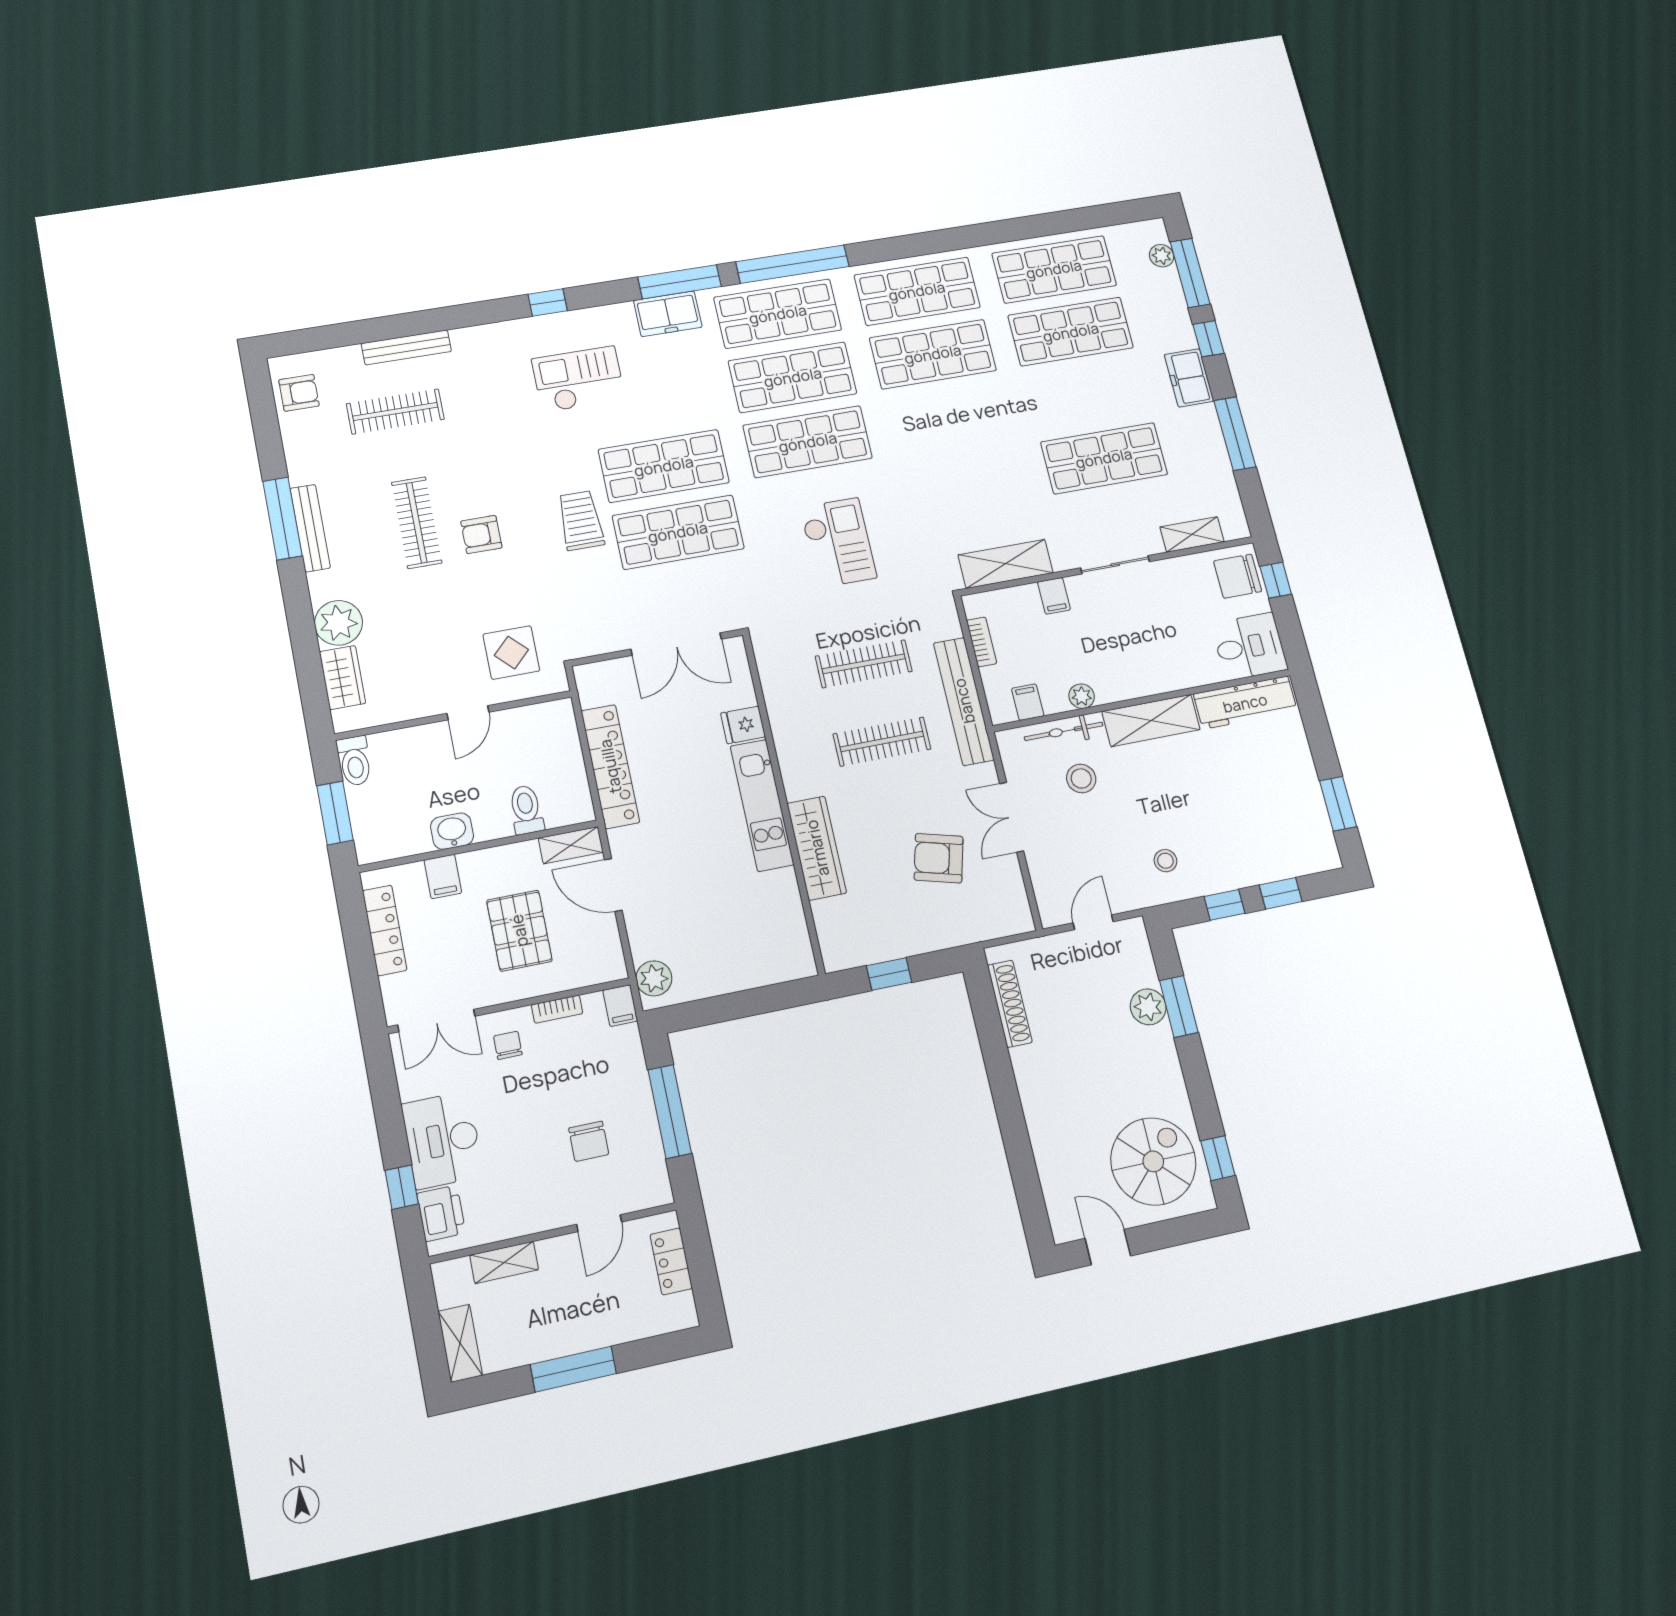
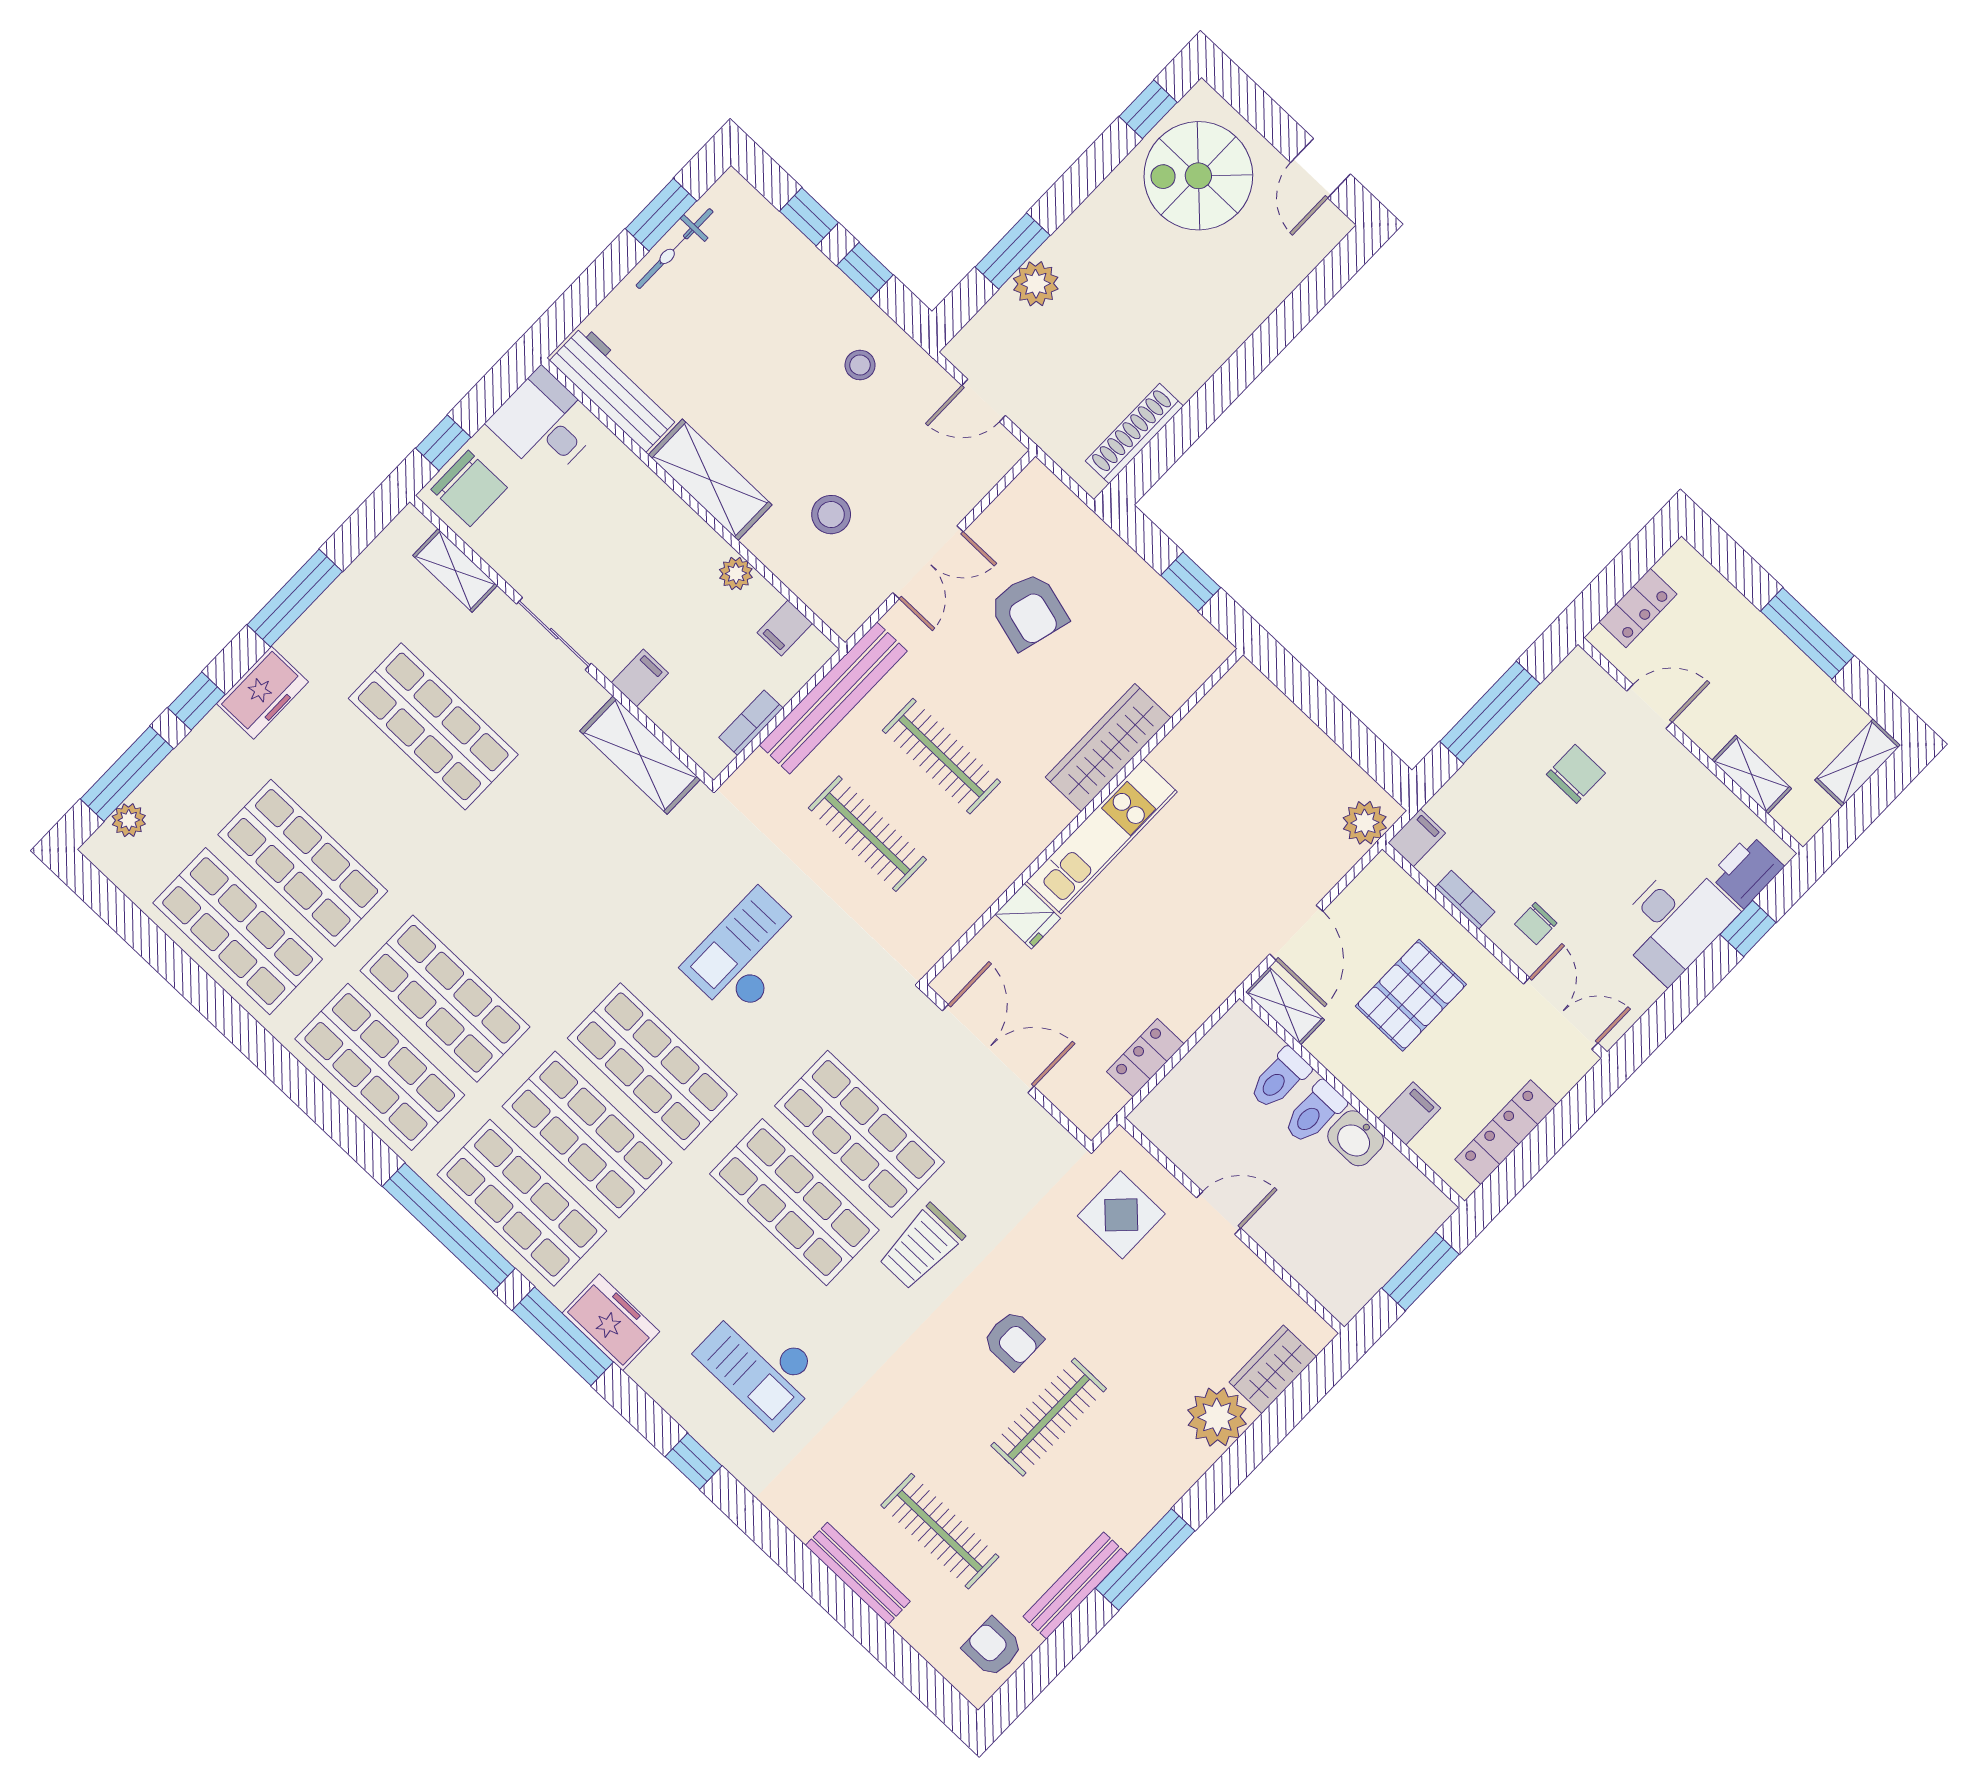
bench: (310, 528) -> (1075, 1585), moved
bicycle: (1064, 731) -> (675, 249), moved, turned 90
toilet: (354, 761) -> (1314, 1113), moved, turned 180
locker: (610, 766) -> (1145, 1058), width x0.46, depth x0.83

